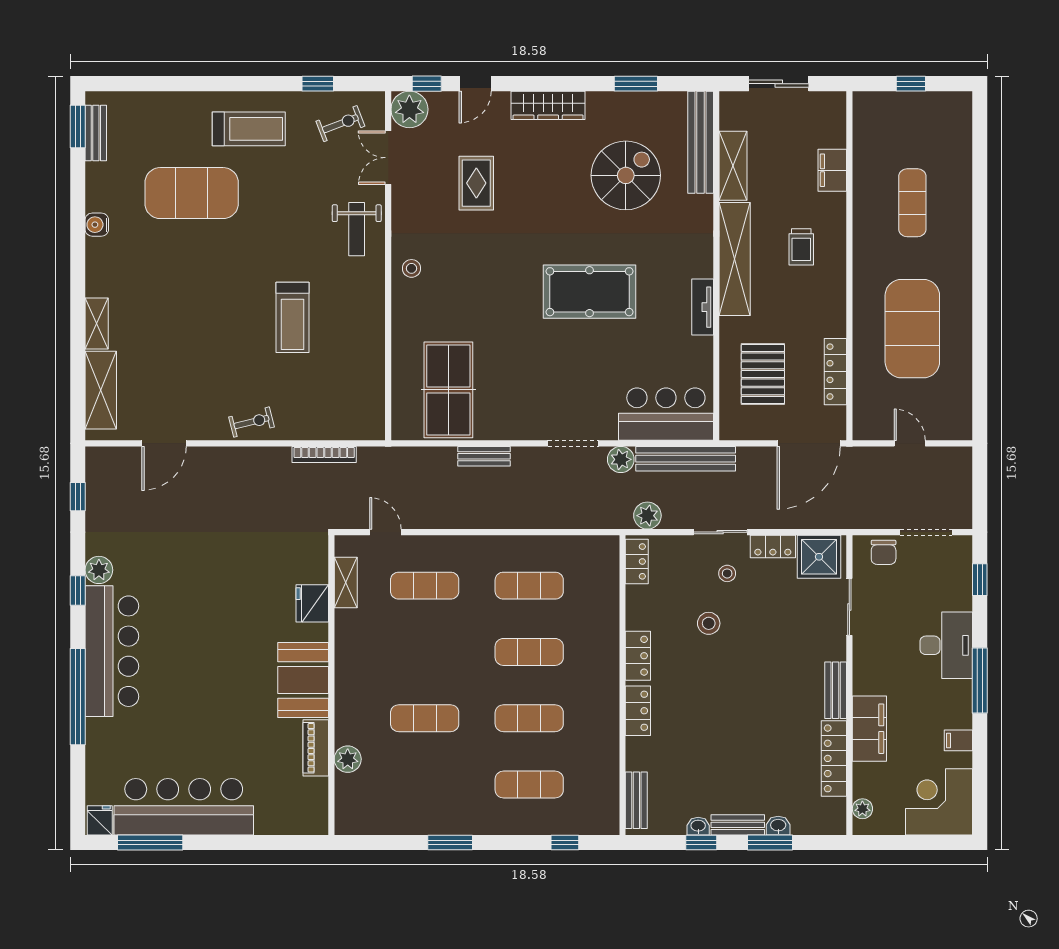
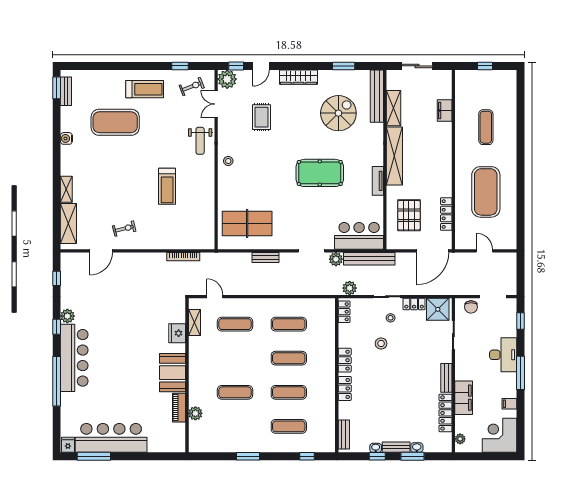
trolley: (801, 247) -> (429, 150), removed
table tennis table: (448, 390) -> (247, 223), turned 90
exercise bike: (251, 422) -> (124, 229), moved

